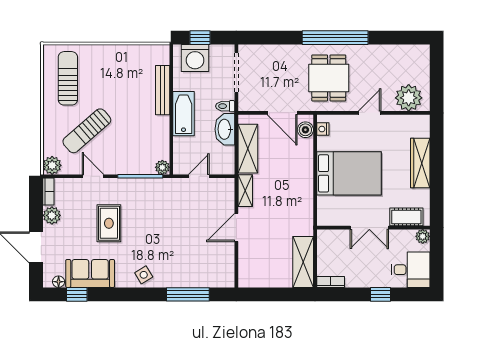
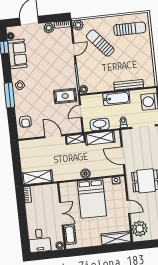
door: (282, 113) -> (123, 156), hinge flipped
washbasin: (225, 129) -> (100, 125), moved
boiler: (305, 130) -> (85, 174), moved
wardrobe: (420, 163) -> (116, 238), moved
door: (199, 176) -> (81, 111), swing flipped
rug: (109, 223) -> (65, 96), moved
double door: (369, 228) -> (61, 214), swing flipped
armchair: (207, 272) -> (25, 122), added
window: (188, 294) -> (9, 95), moved
window: (380, 294) -> (23, 224), removed

